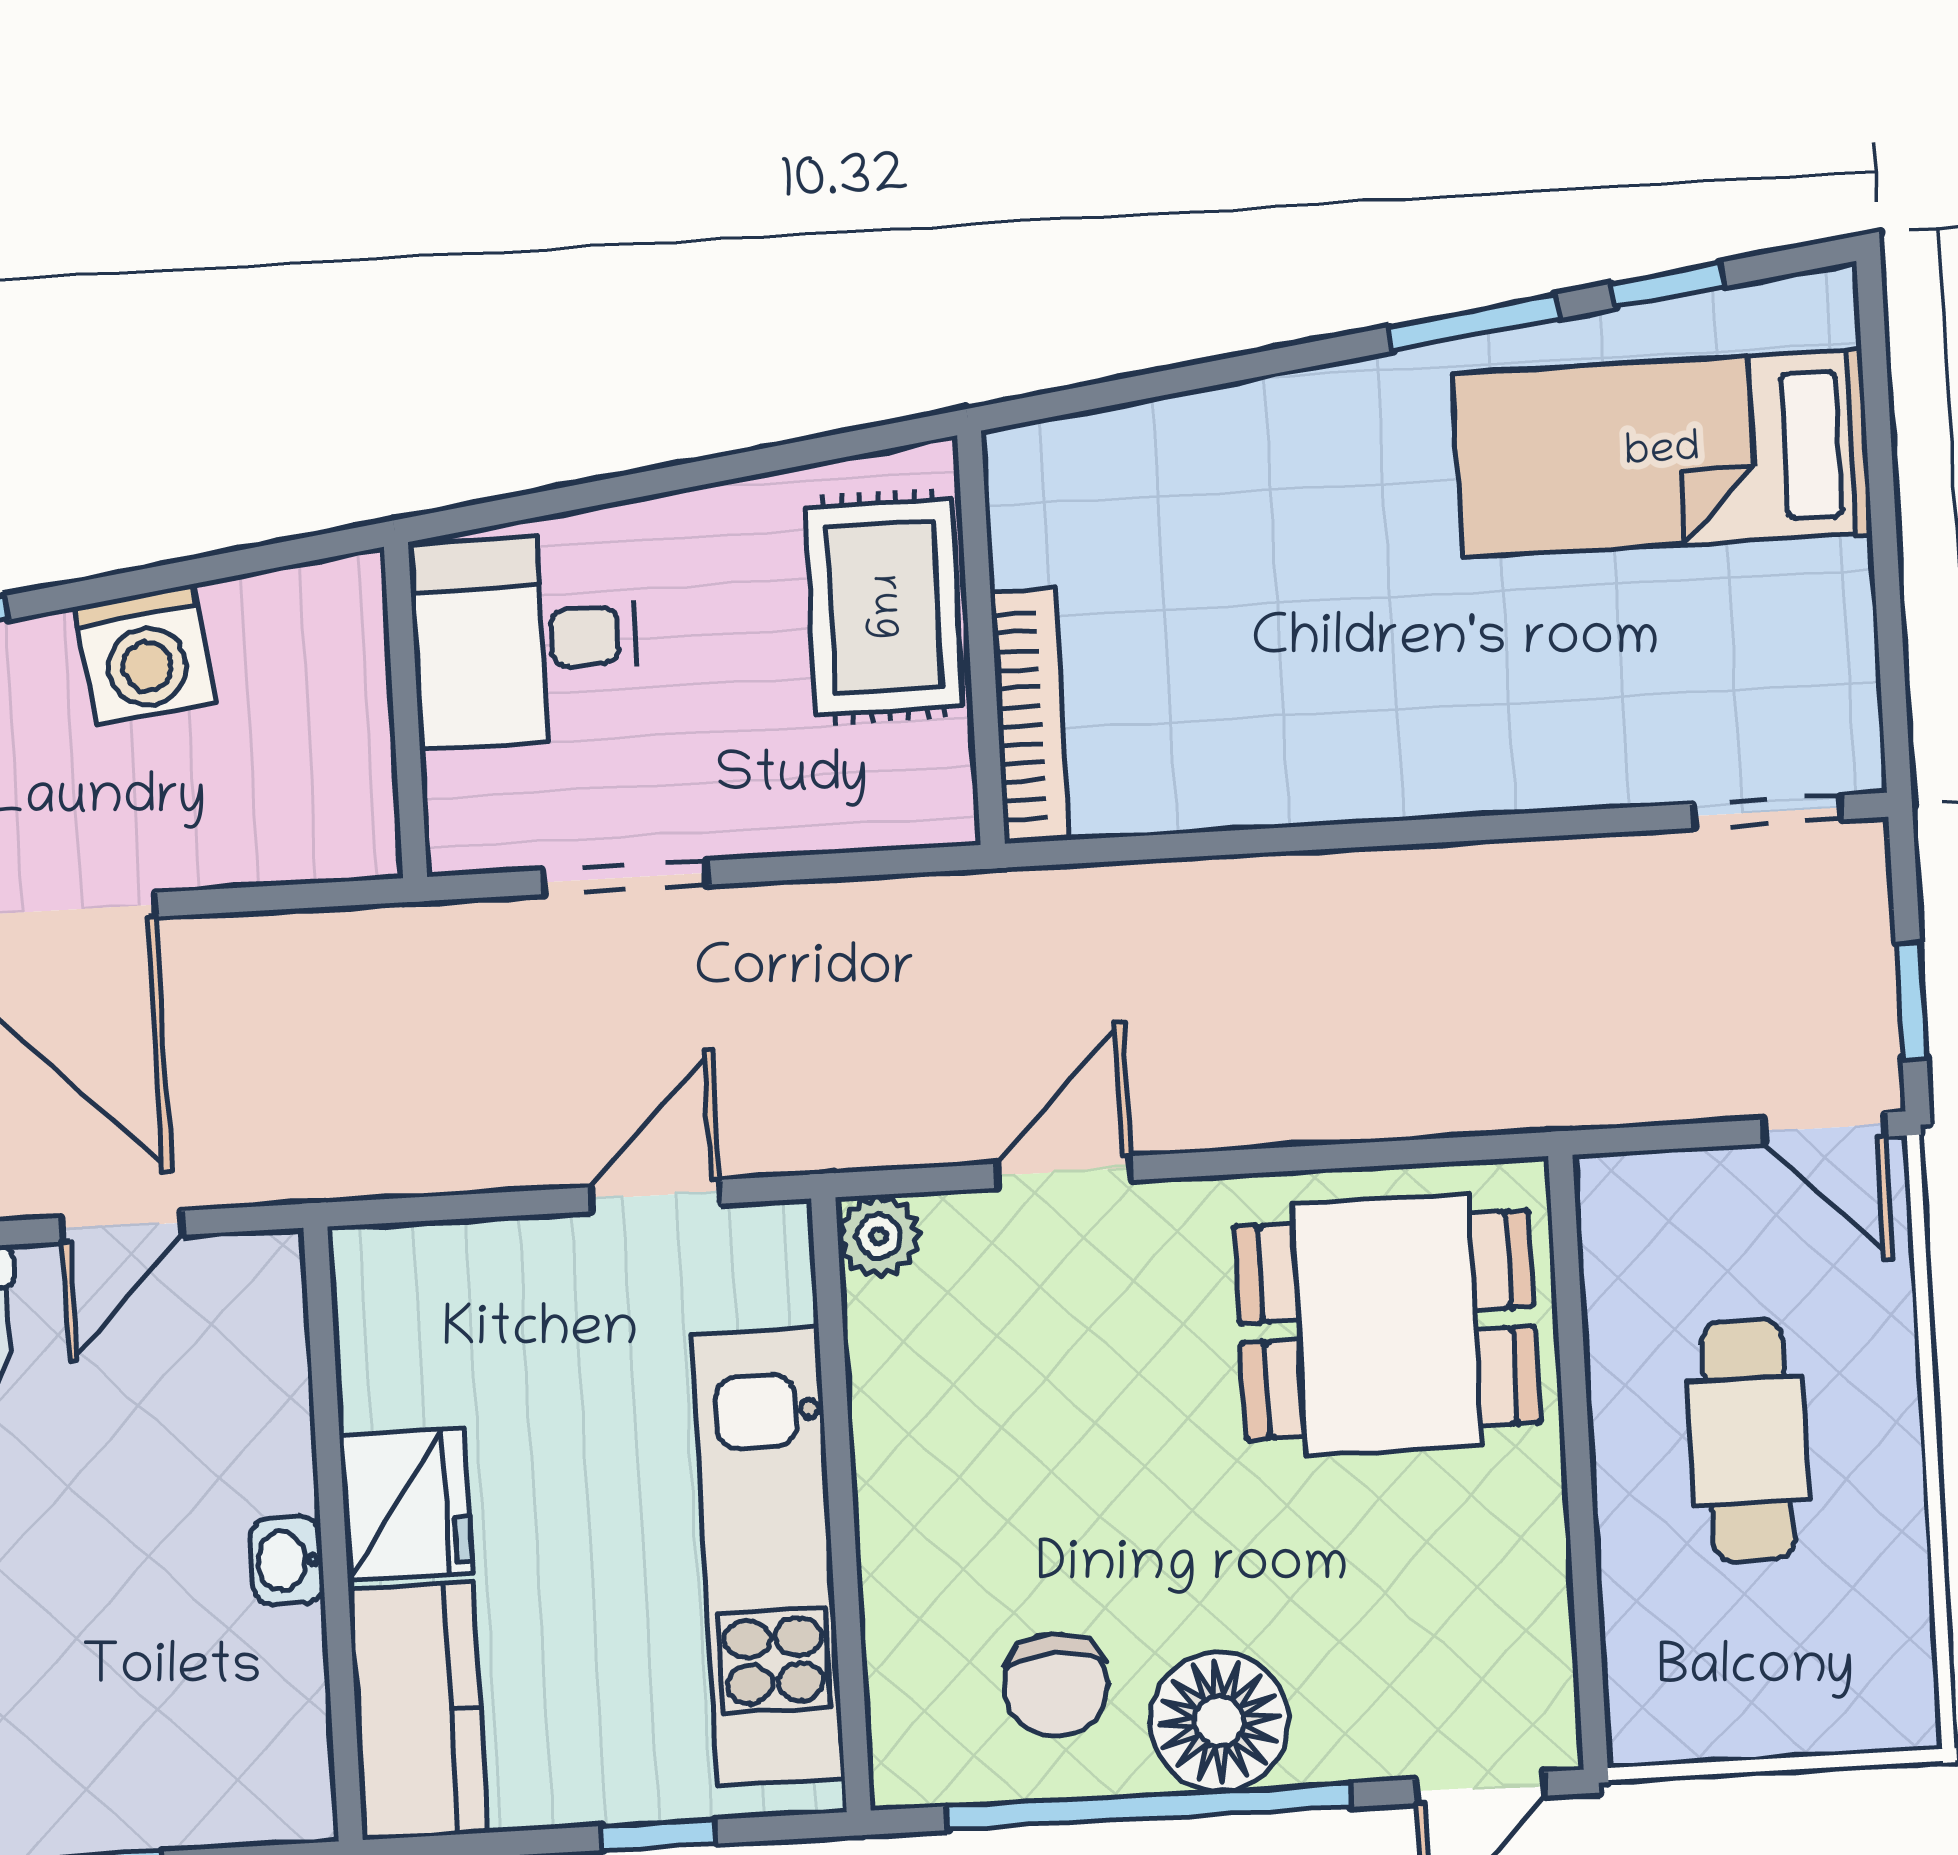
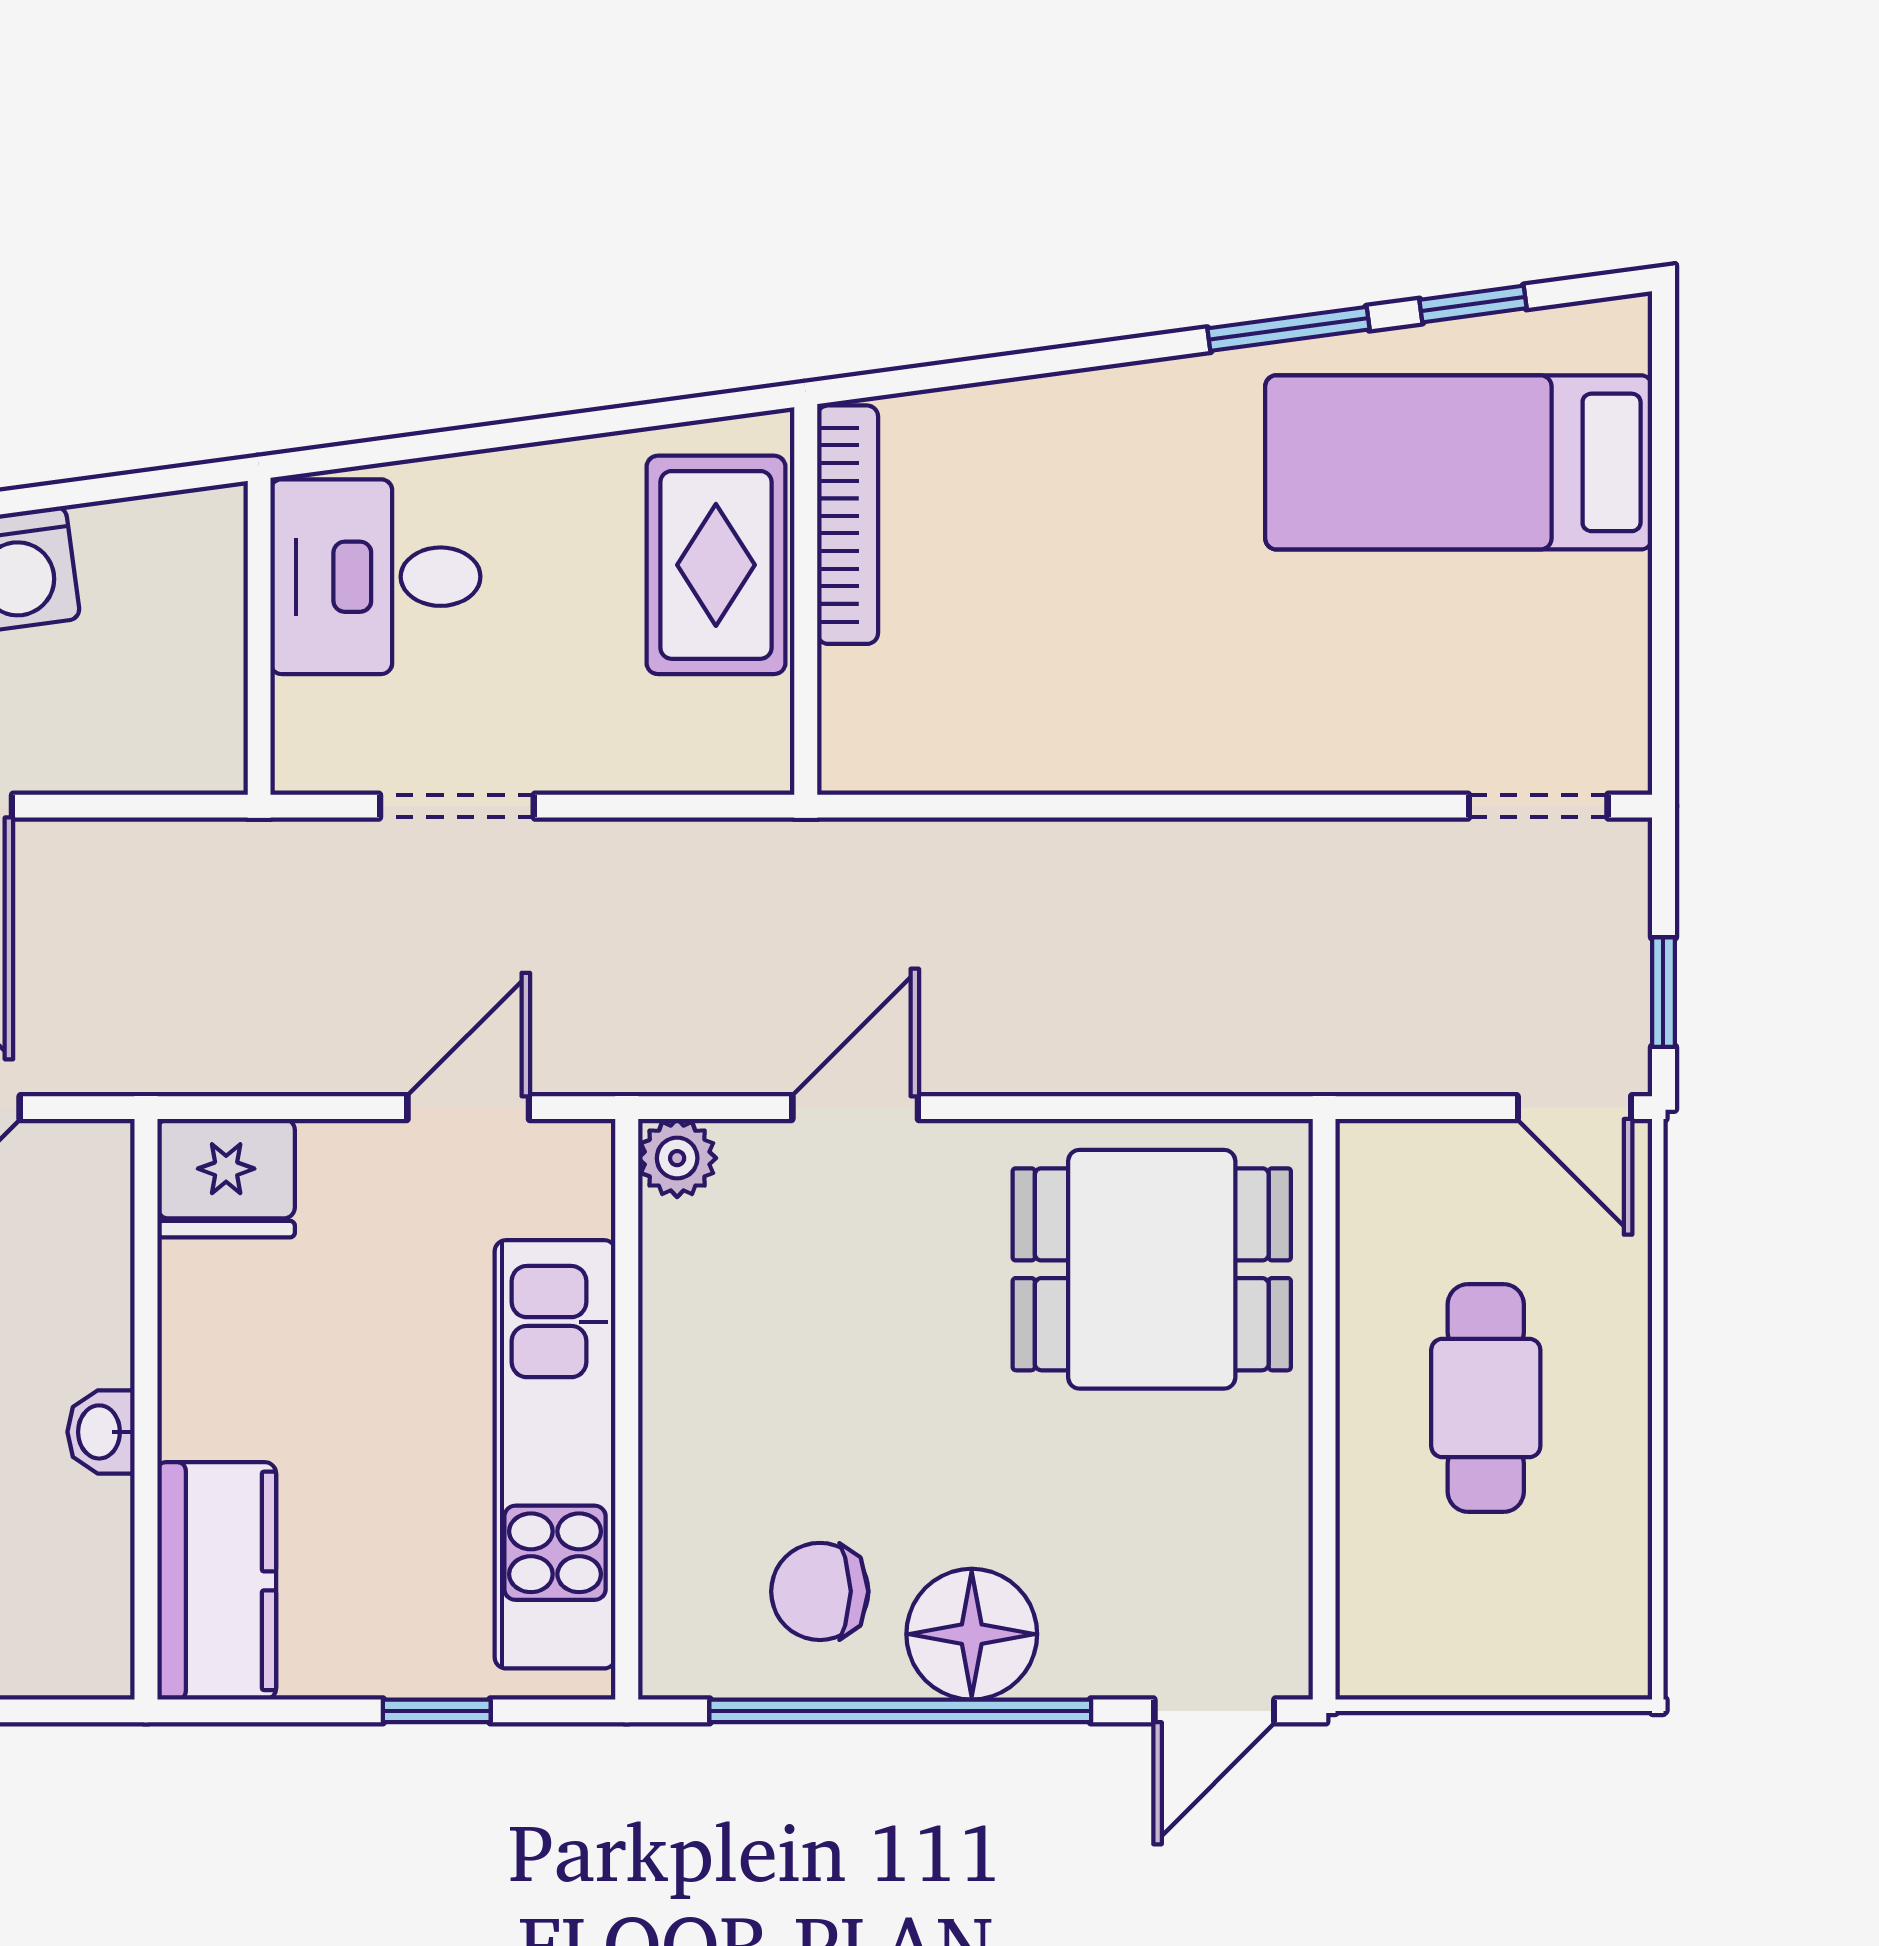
bookcase: (1030, 716) -> (848, 525), moved
fridge: (406, 1505) -> (226, 1178), moved, turned 90
chair: (1056, 1685) -> (820, 1591), turned 90

